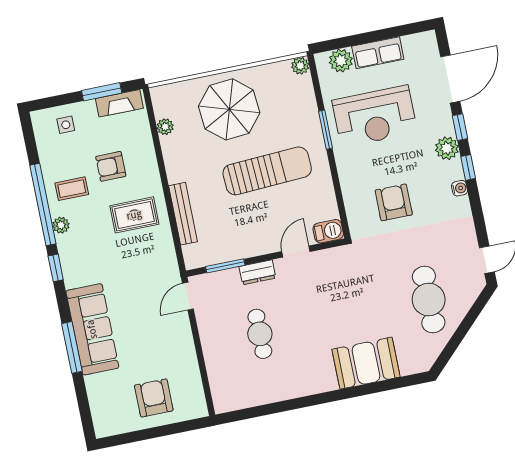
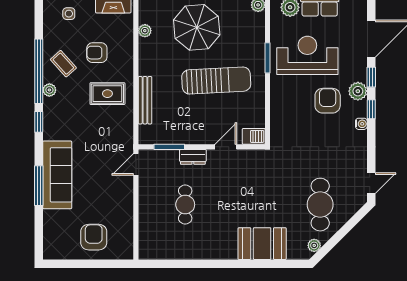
reception desk: (375, 116) -> (307, 55), turned 180
coffee table: (72, 189) -> (63, 64), turned 48
armchair: (394, 202) -> (328, 101), moved
plant: (432, 352) -> (314, 245), added

